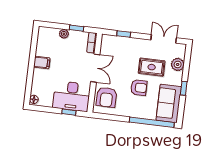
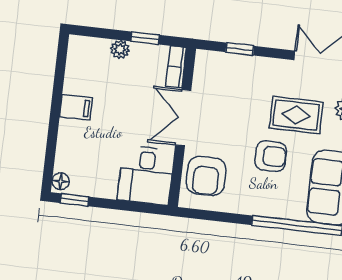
double door: (95, 68) -> (183, 118), swing flipped
desk: (72, 96) -> (146, 175), width x0.73
window: (69, 112) -> (74, 200), moved

